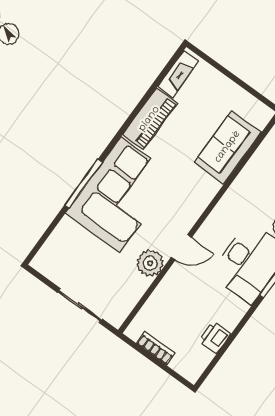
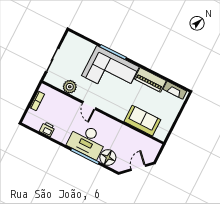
plant: (150, 263) -> (70, 87), moved

